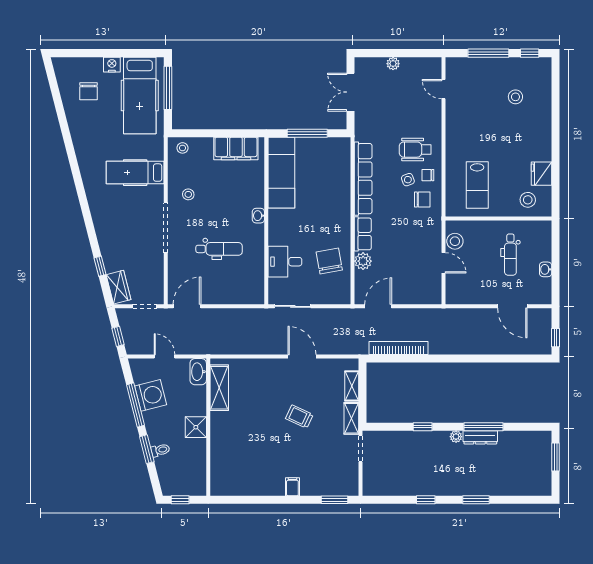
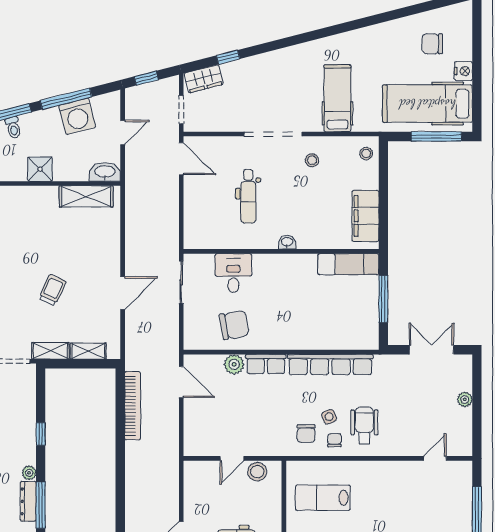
exam couch: (281, 173) -> (348, 264), width x0.73, depth x0.69

